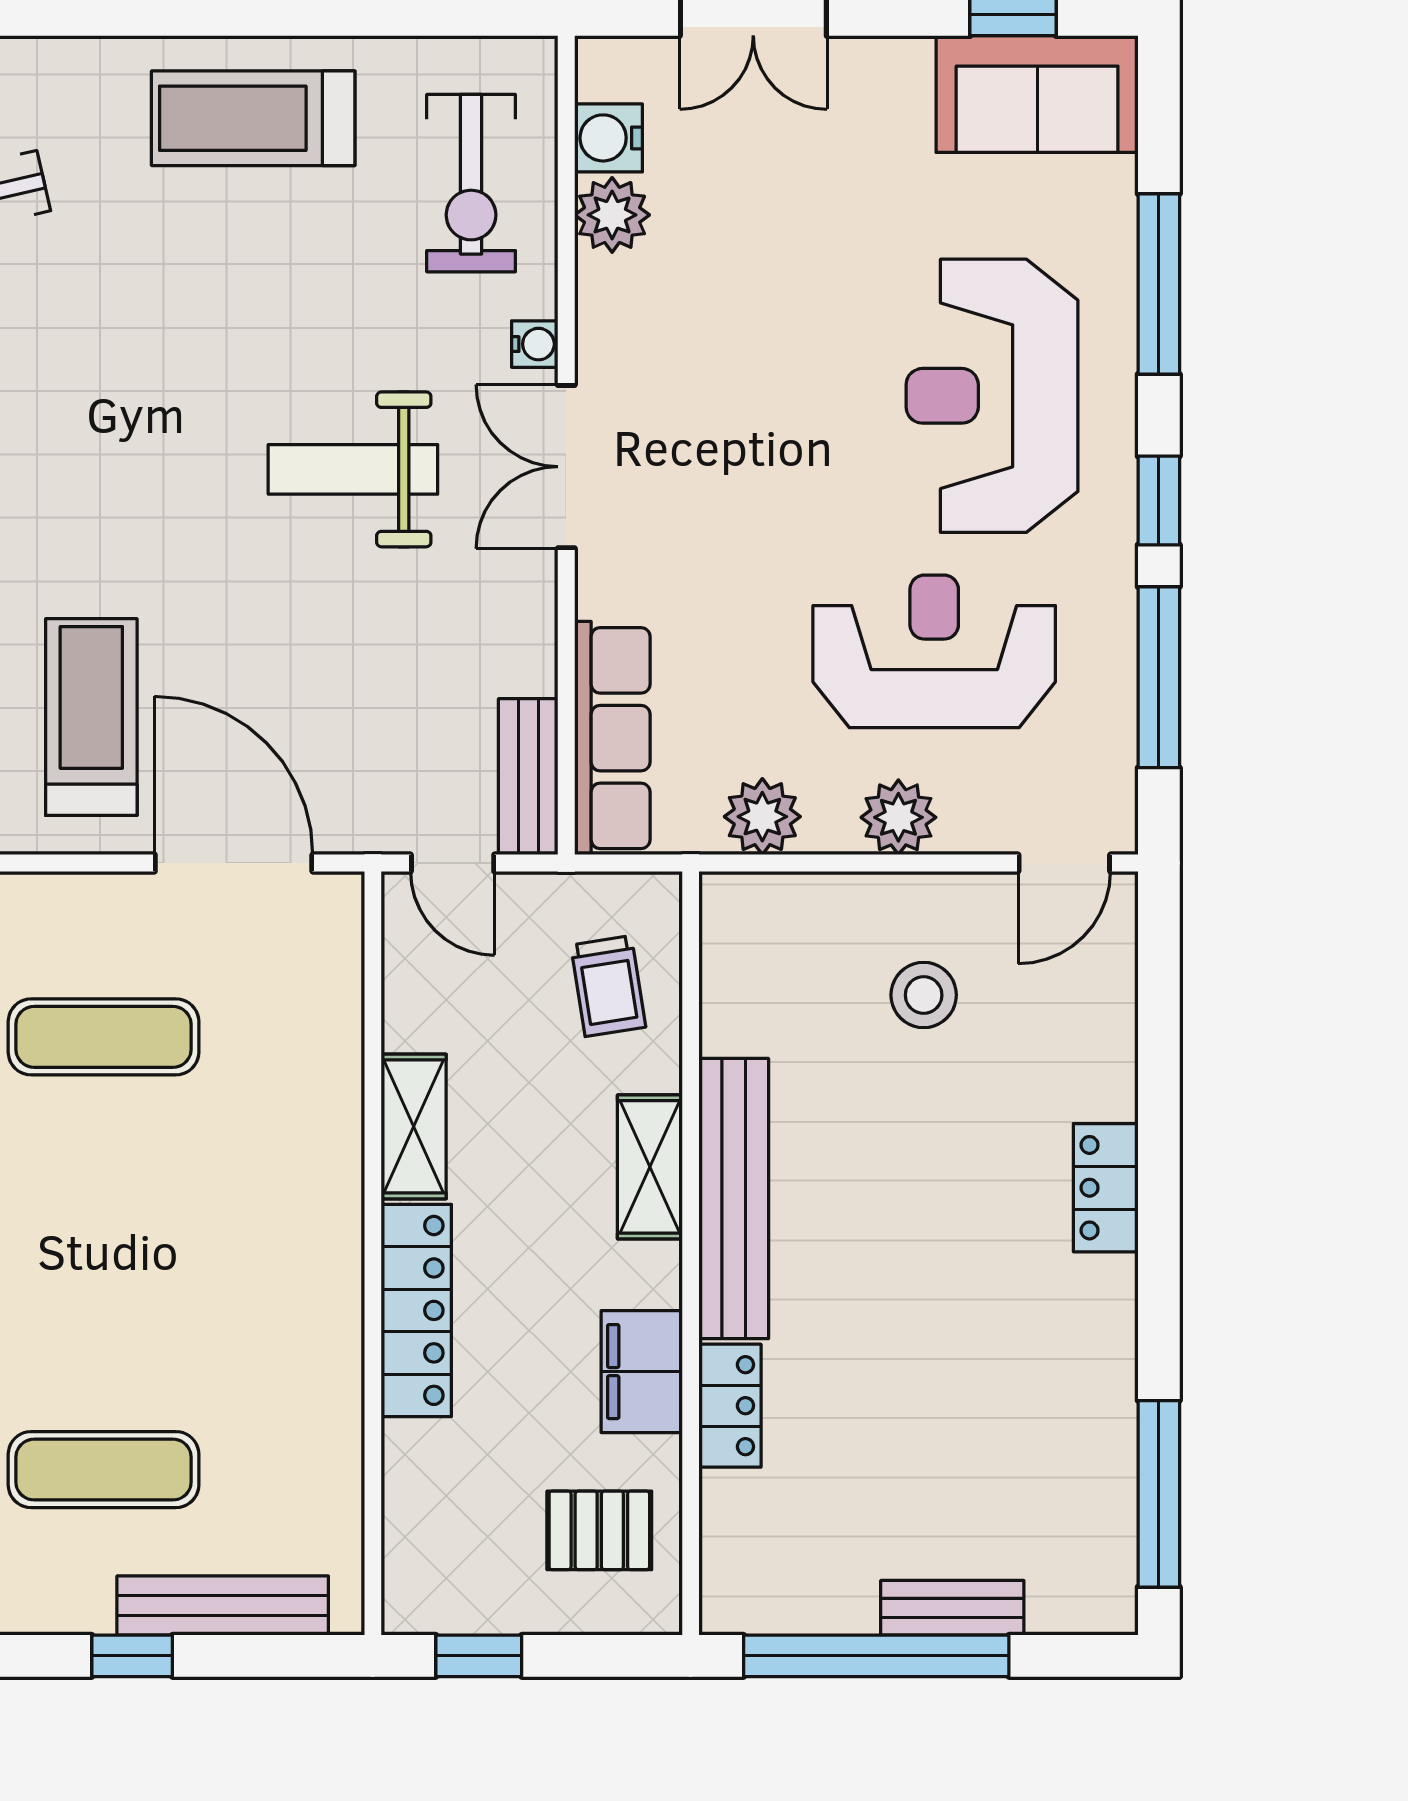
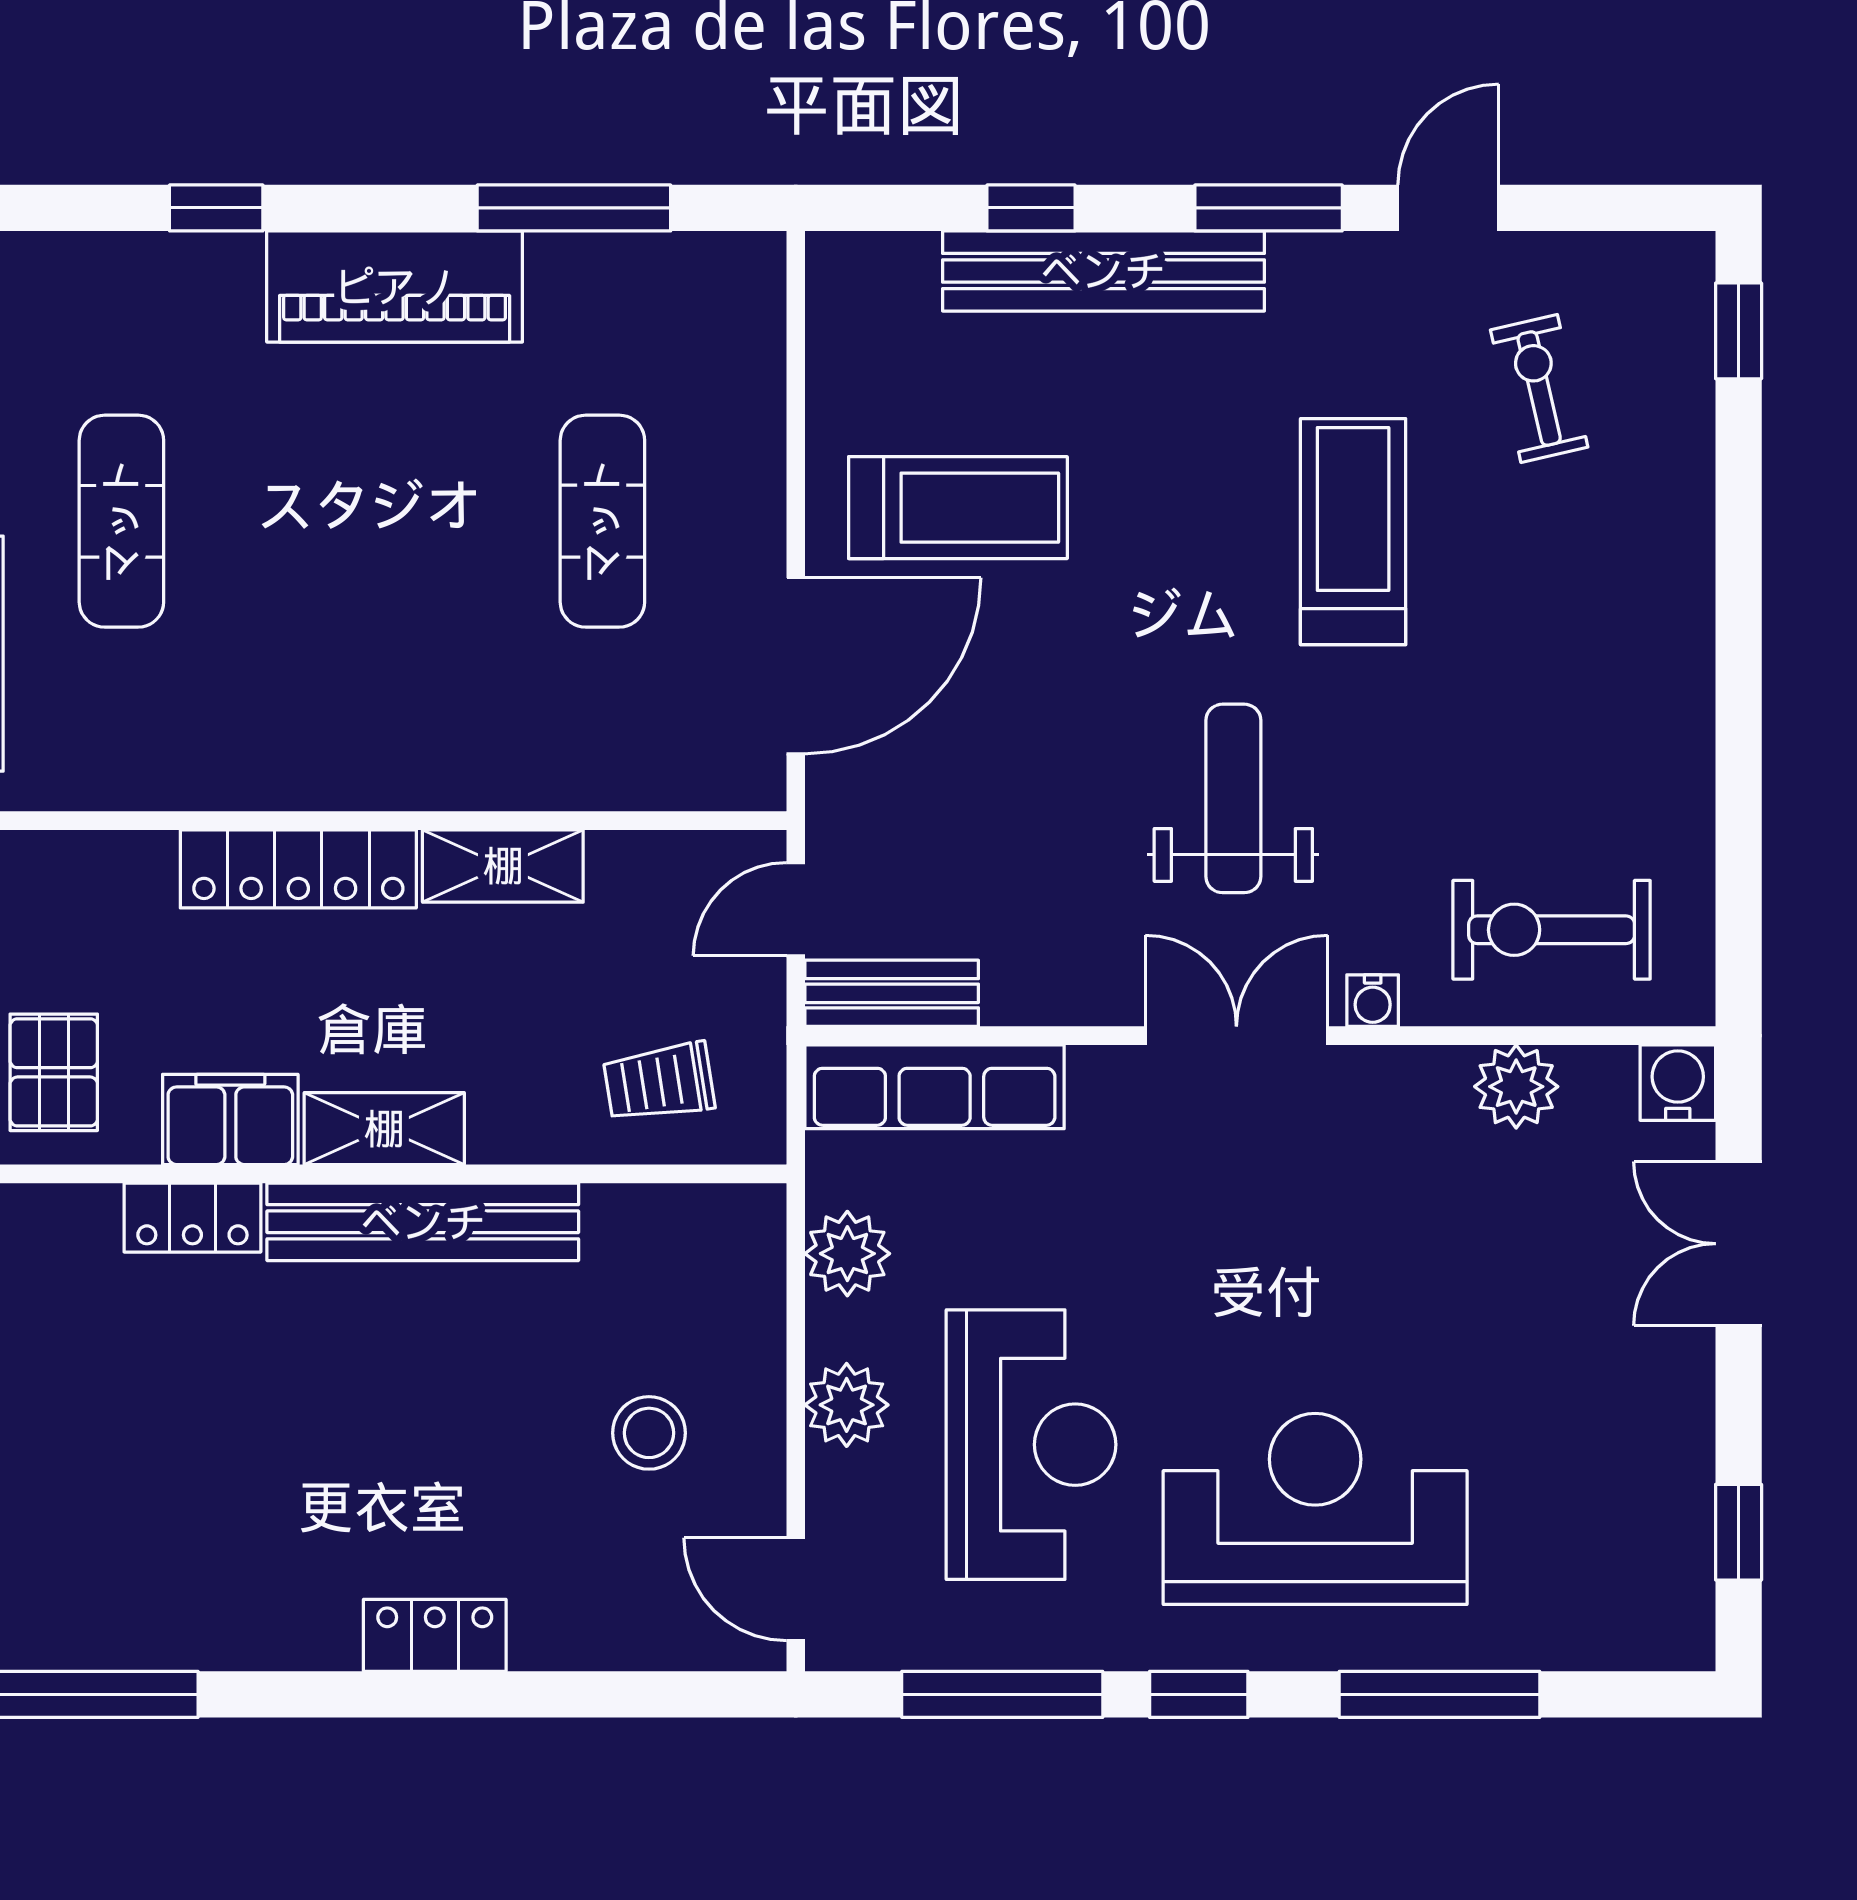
sofa: (1037, 94) -> (1651, 1559), removed
treadmill: (253, 118) -> (1353, 532), moved
water cooler: (609, 138) -> (1678, 1083), moved
shelving: (650, 1167) -> (384, 1129), moved

